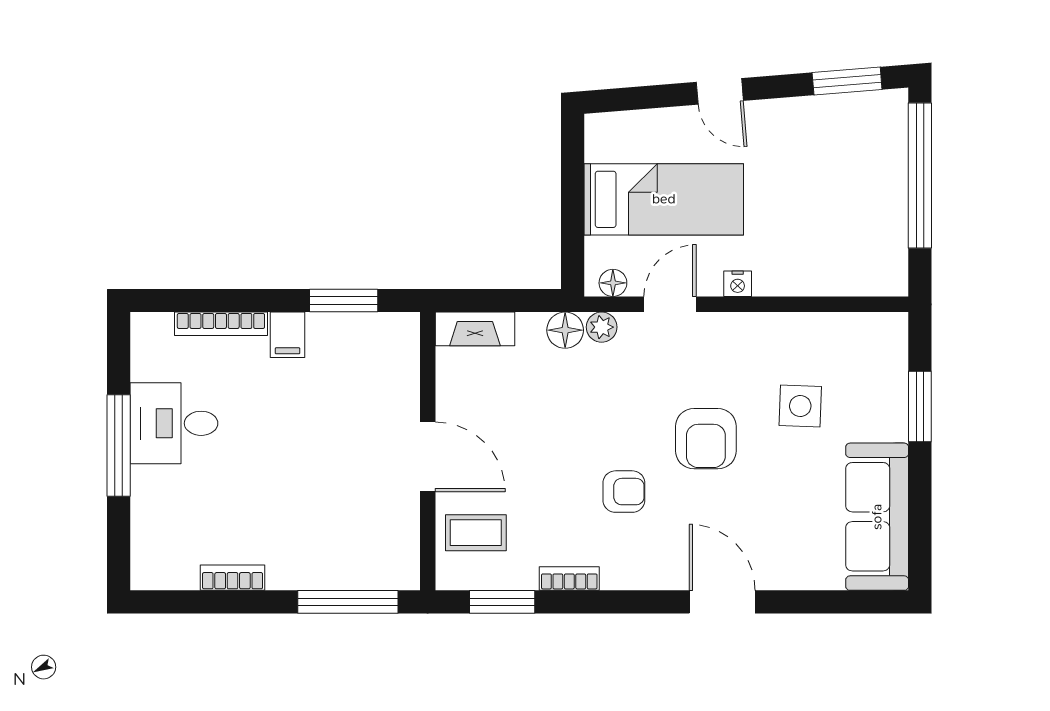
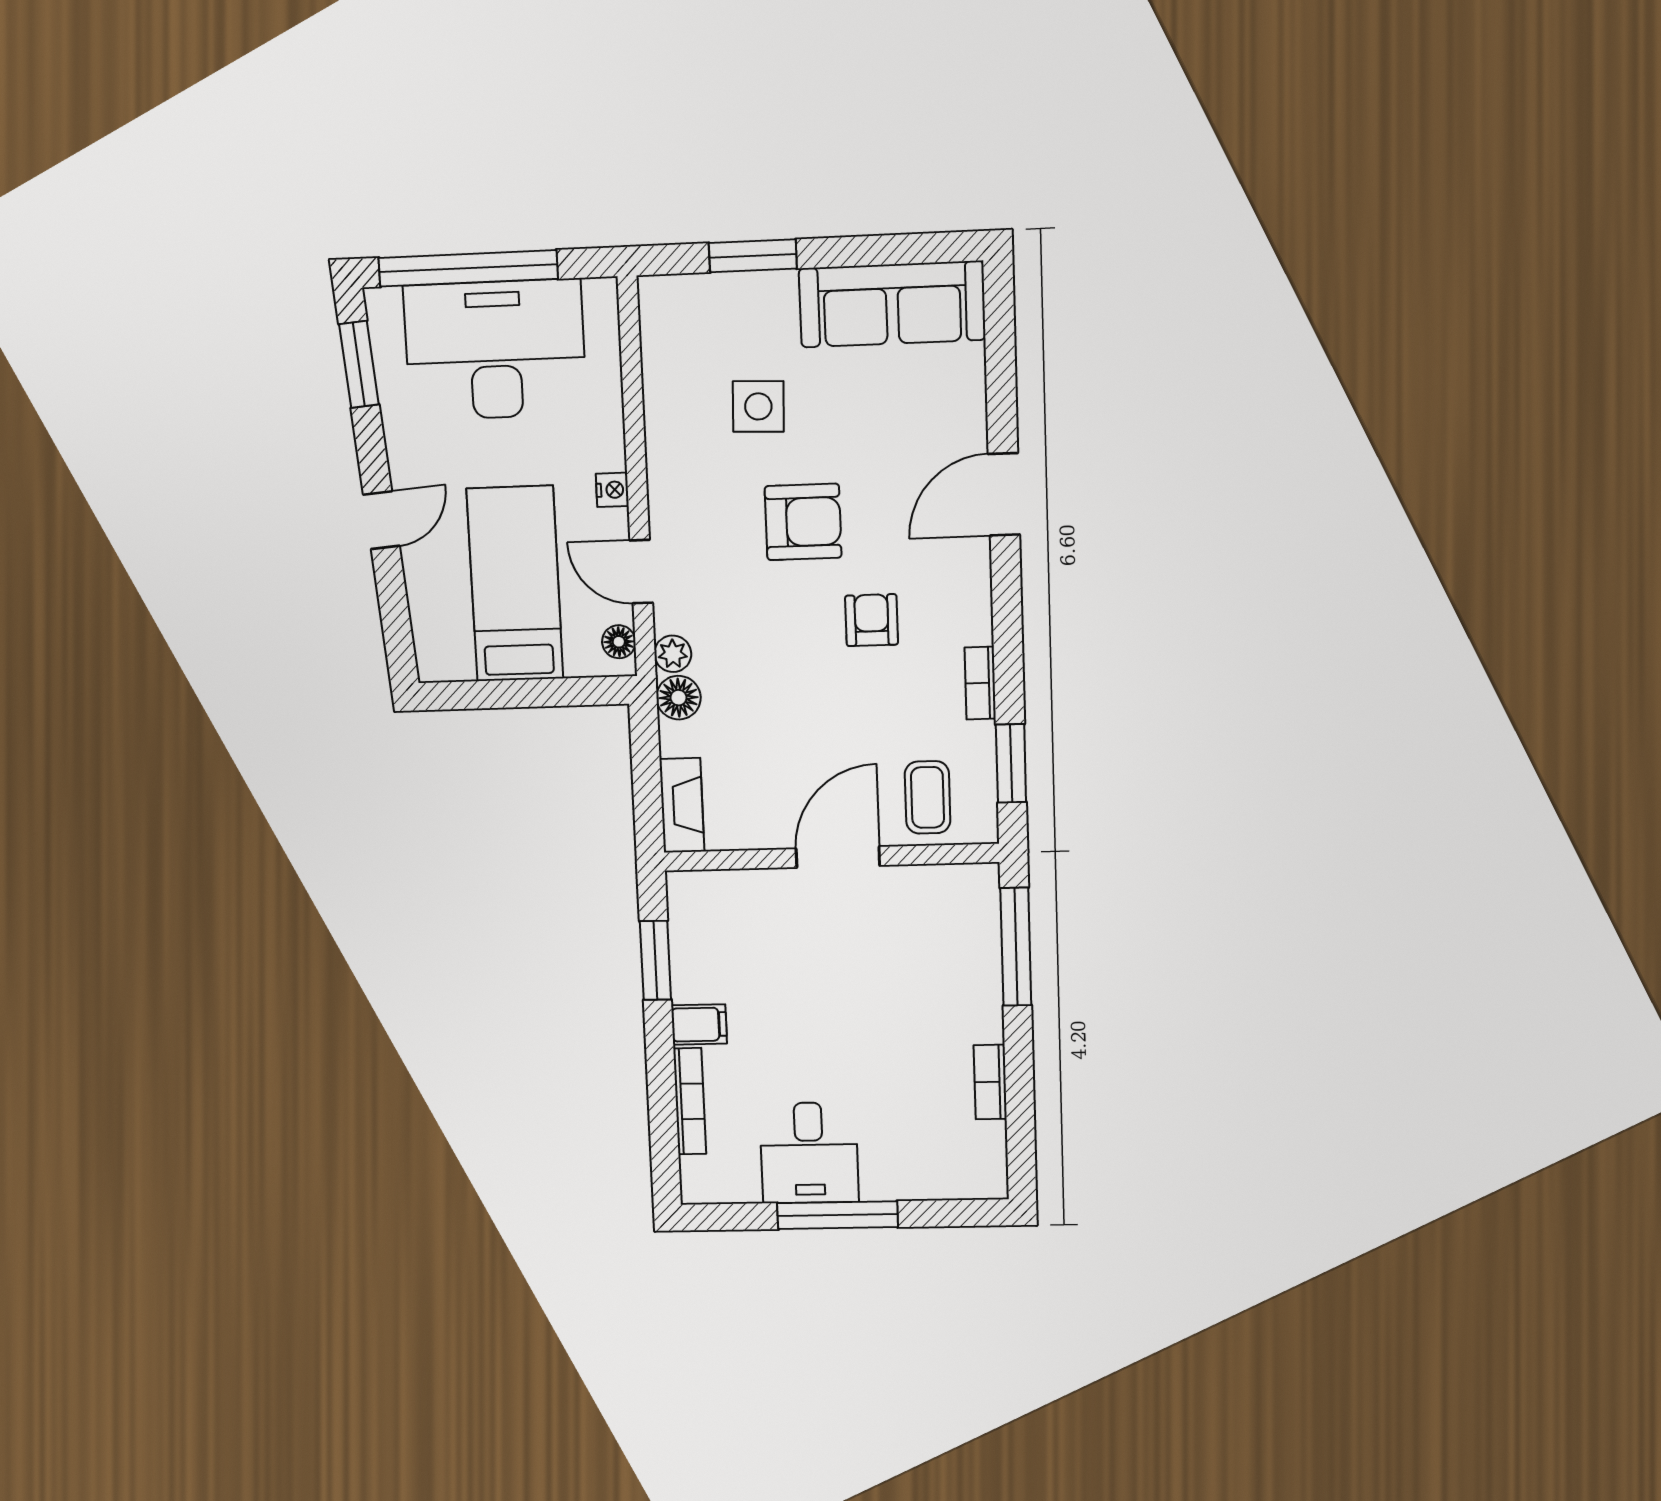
desk: (854, 194) -> (495, 350), added

